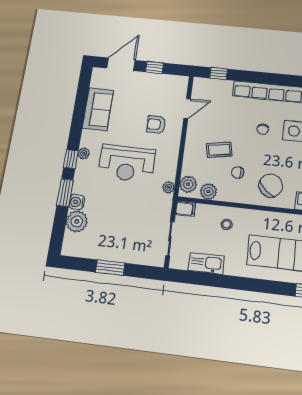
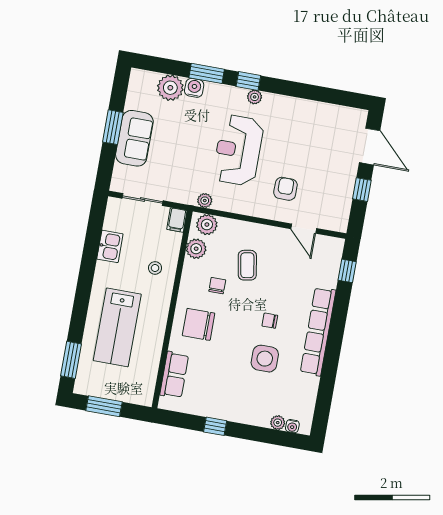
sofa: (98, 109) -> (134, 138), moved, turned -90
chair: (271, 185) -> (199, 324), turned 137
kitchen sink: (206, 263) -> (110, 246), width x0.73

